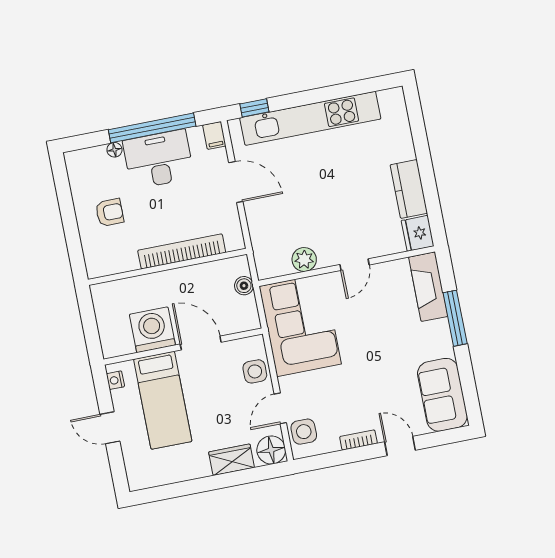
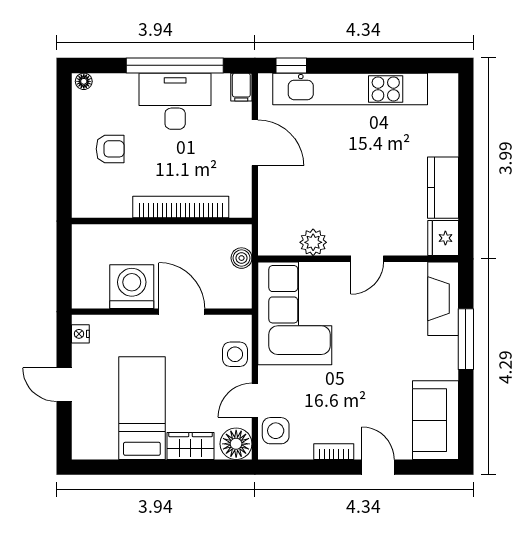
floor lamp: (114, 150) -> (84, 81), moved
bed: (163, 400) -> (142, 408), moved, turned 180

